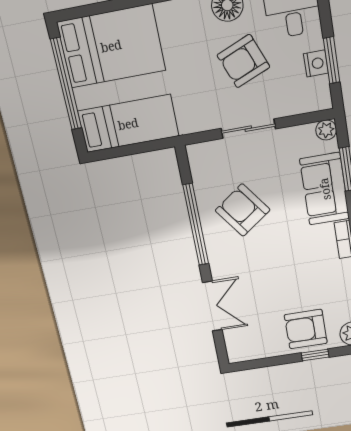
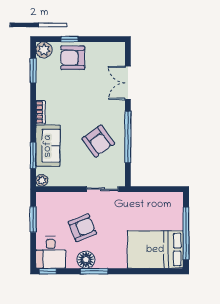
nightstand: (316, 64) -> (42, 219), removed
bed: (128, 124) -> (155, 205), removed
sliding door: (248, 129) -> (103, 189), moved
armchair: (306, 329) -> (73, 58), turned 180

